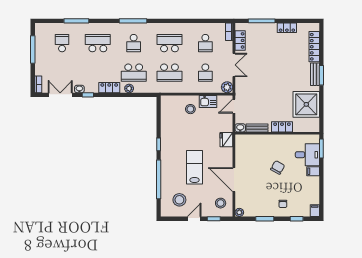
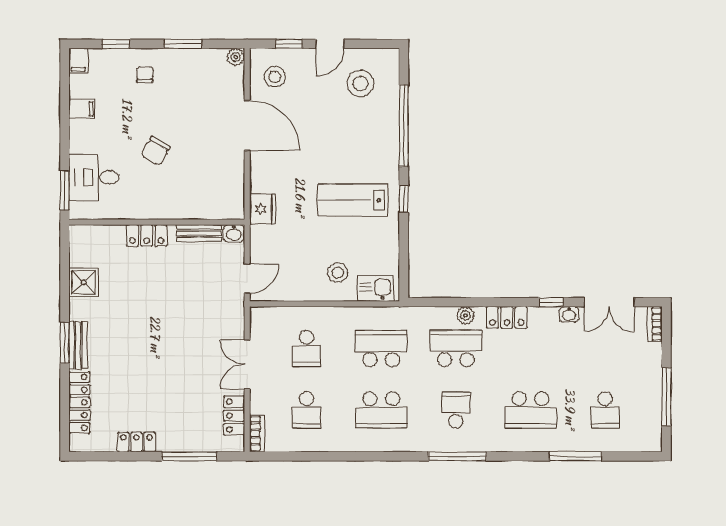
school desk: (205, 43) -> (307, 410), turned 180
school desk: (205, 73) -> (307, 348), turned 180
plant: (227, 87) -> (261, 318), removed
kitchen sink: (208, 101) -> (375, 288), moved
shower: (306, 104) -> (83, 282), width x0.54, depth x0.54
lab bench: (194, 167) -> (353, 200), moved, turned 90
filing cabinet: (313, 171) -> (82, 109), moved

